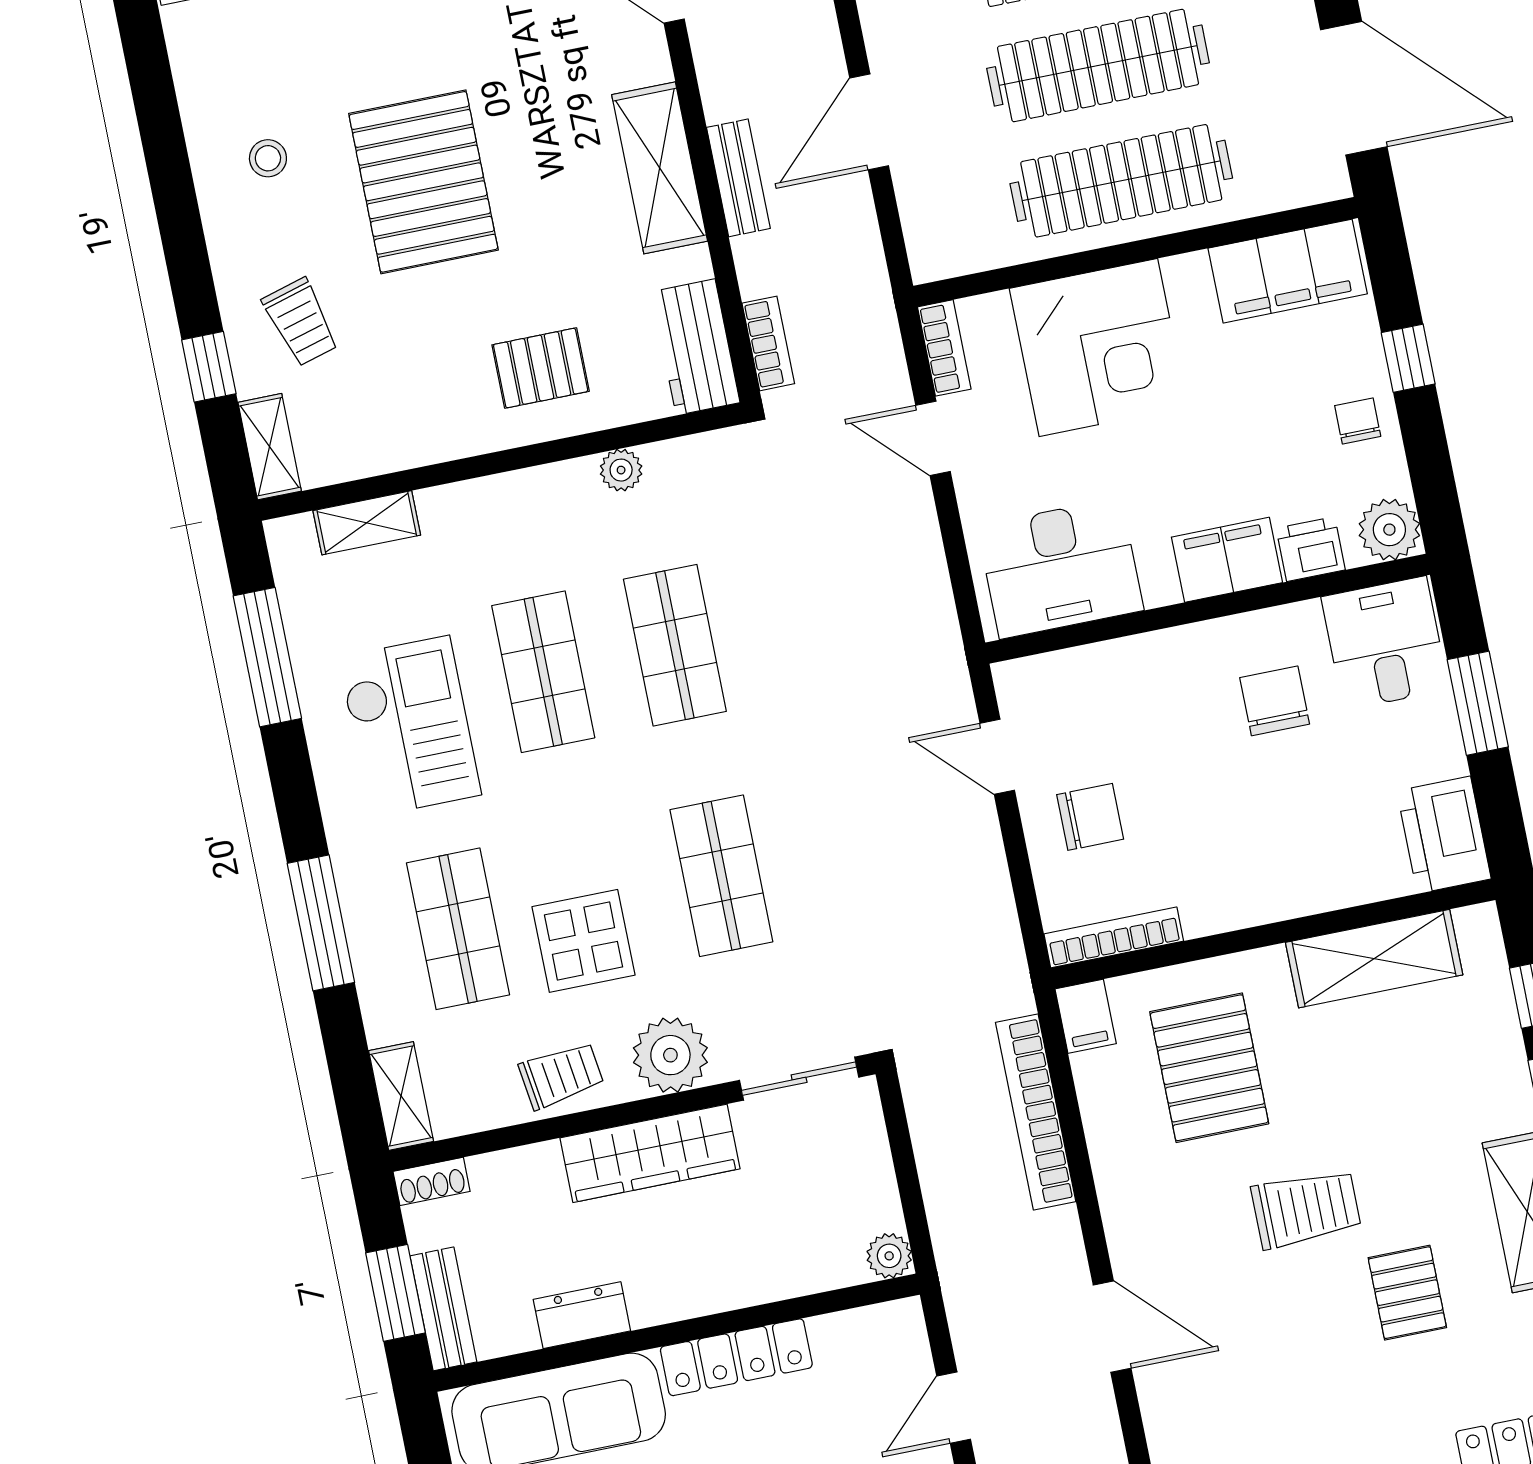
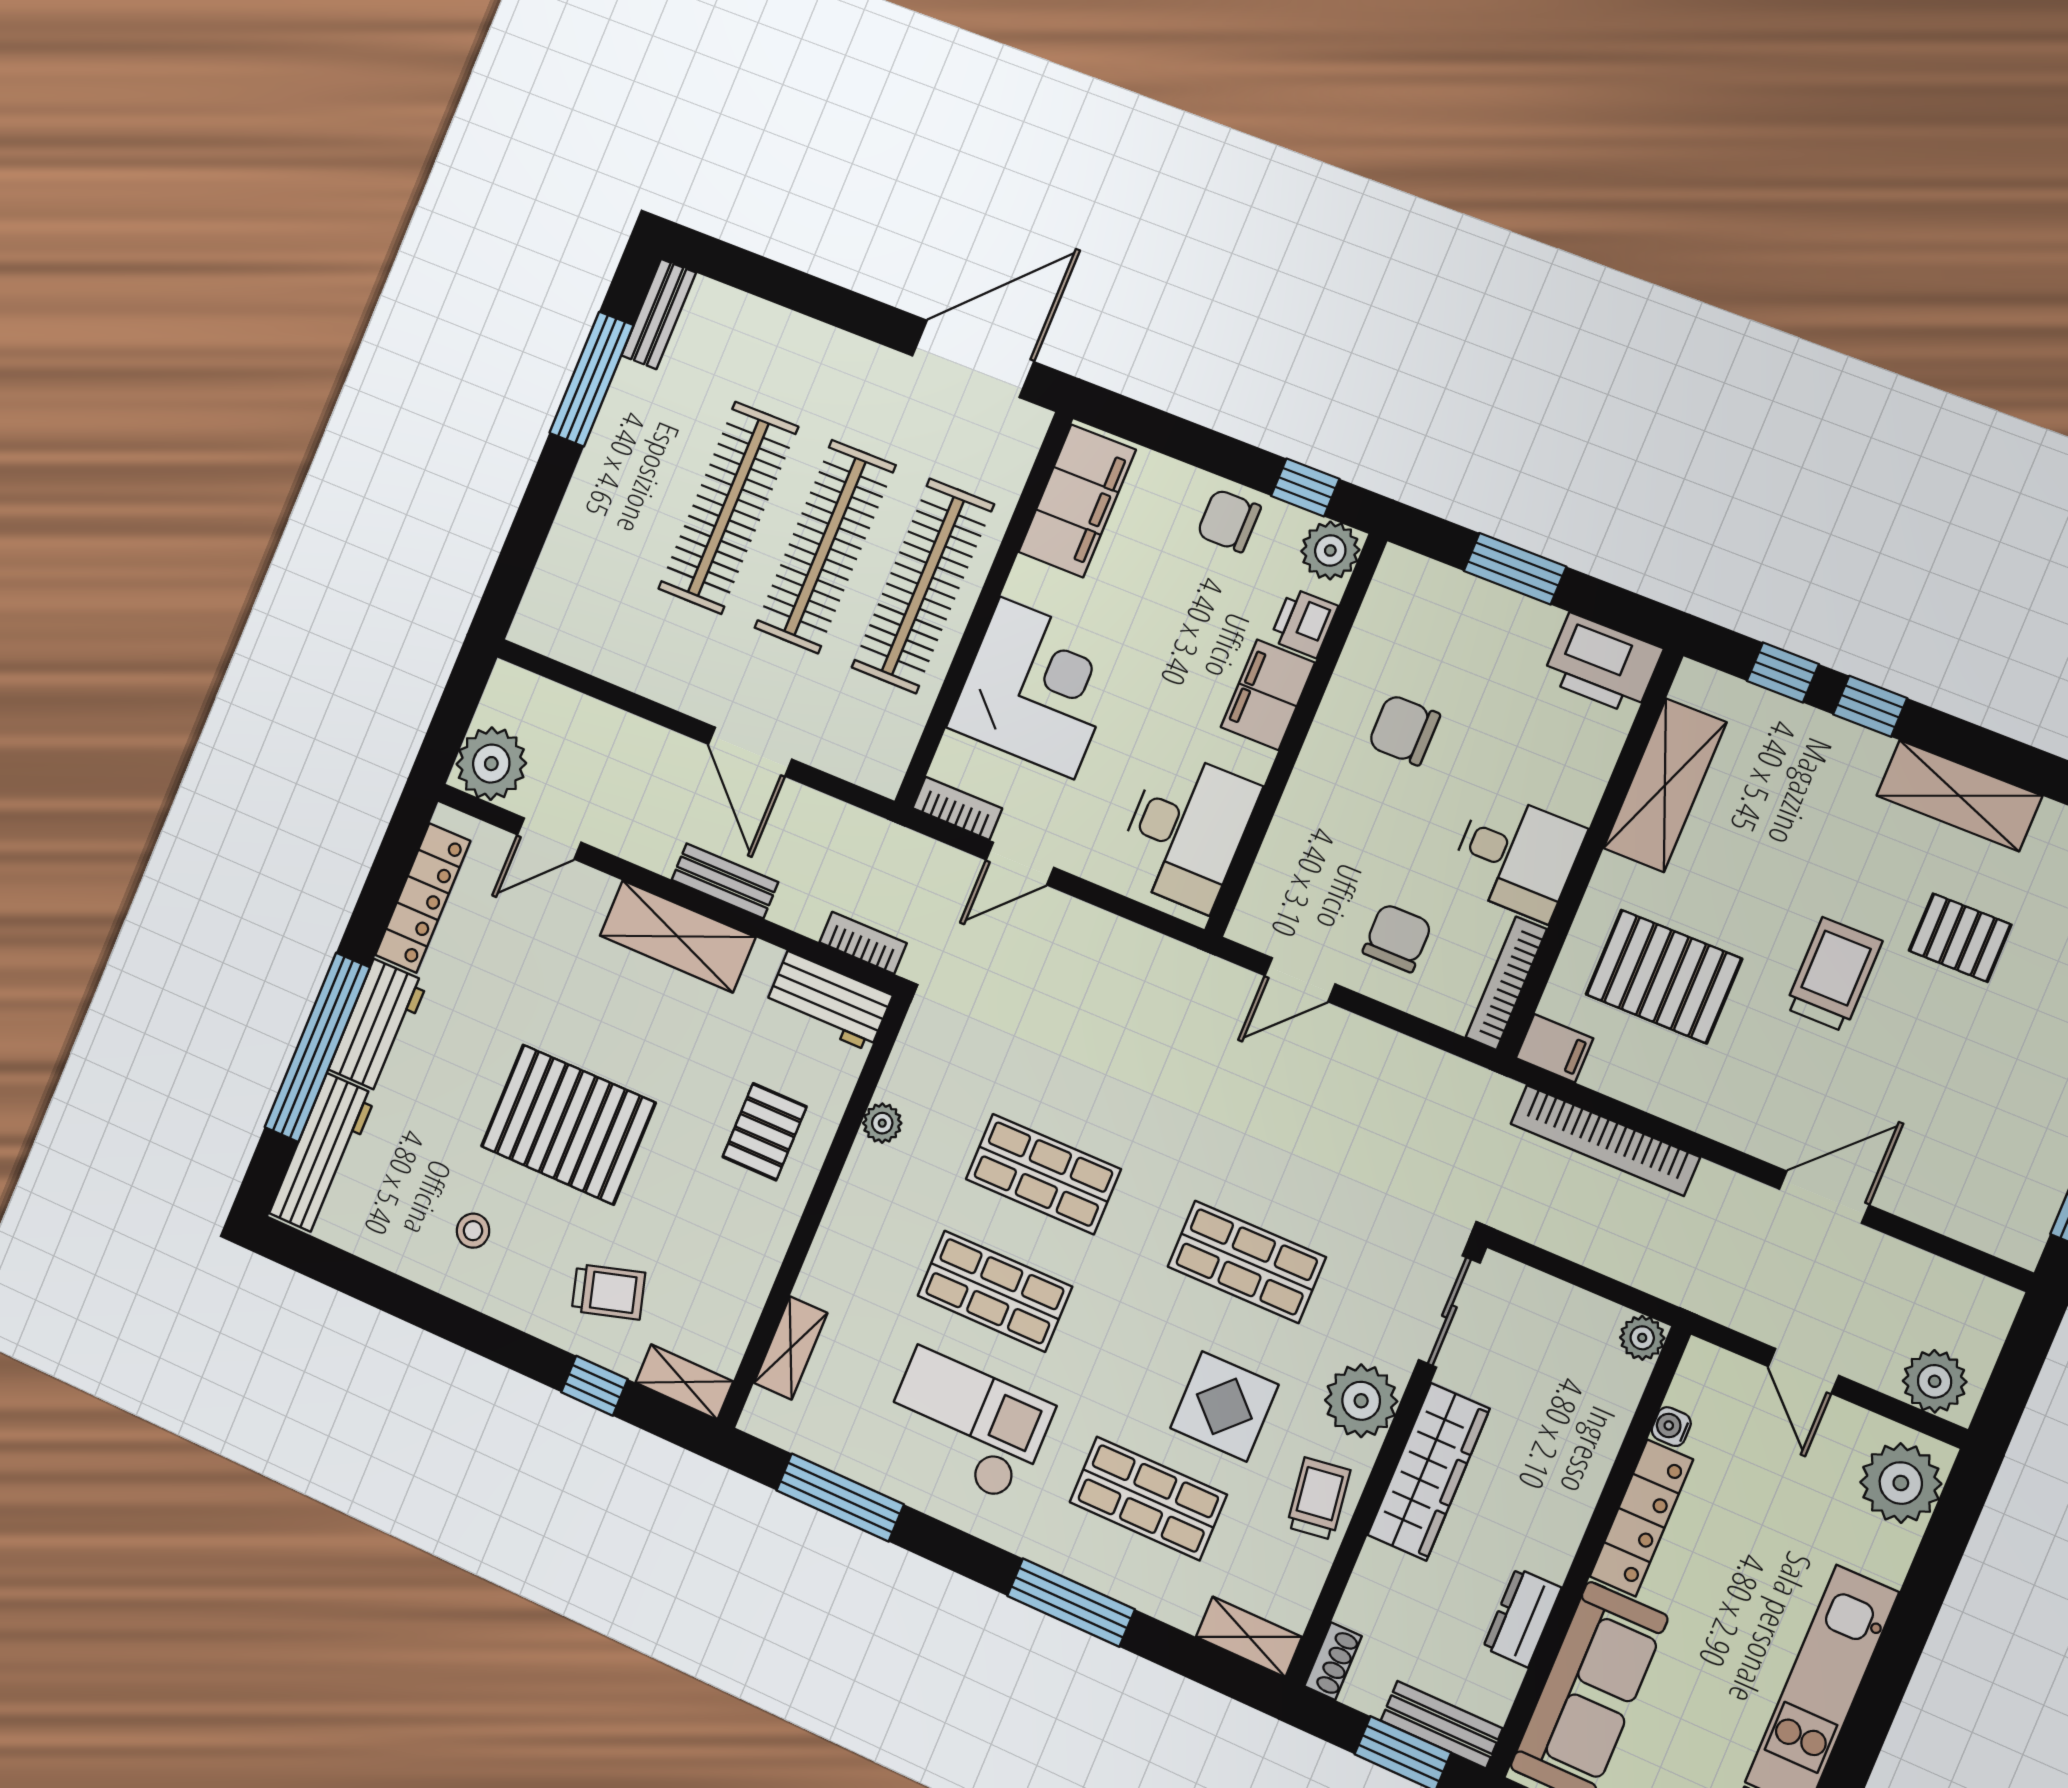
window: (1408, 358) -> (1305, 487), moved
chair: (1358, 421) -> (1229, 521), width x1.37, depth x1.37
desk: (1385, 643) -> (1517, 856), moved, turned 180
water cooler: (831, 1330) -> (1671, 1427), added

